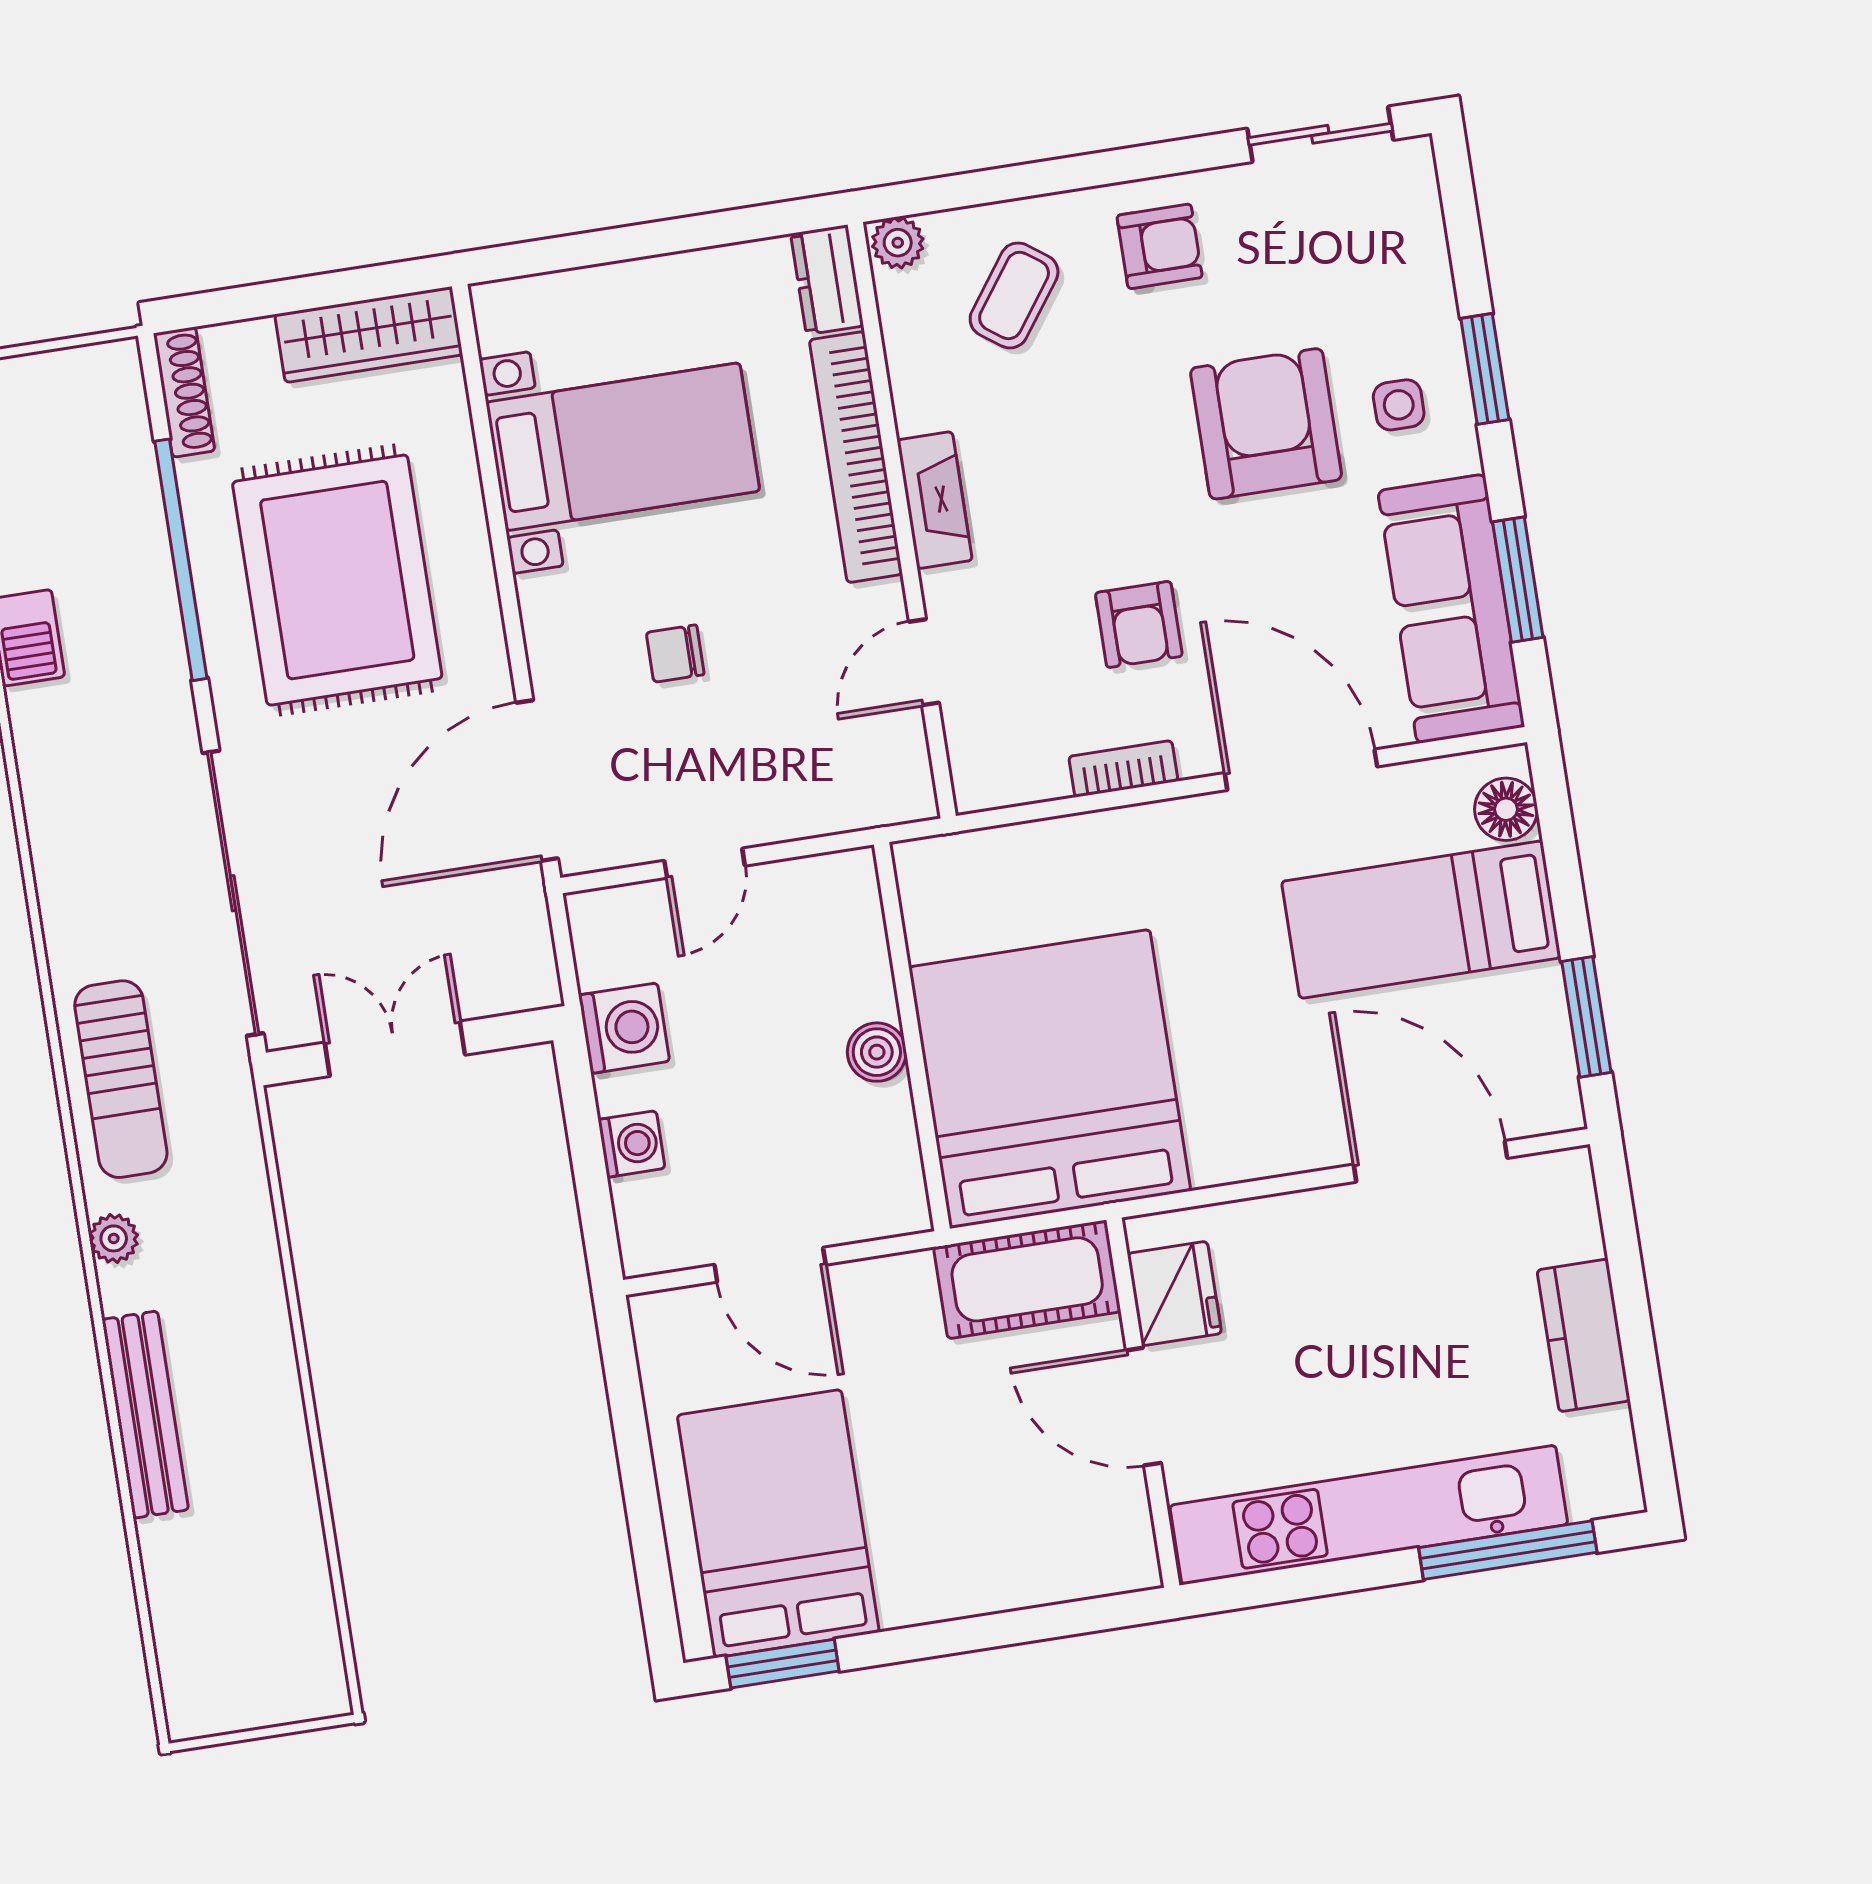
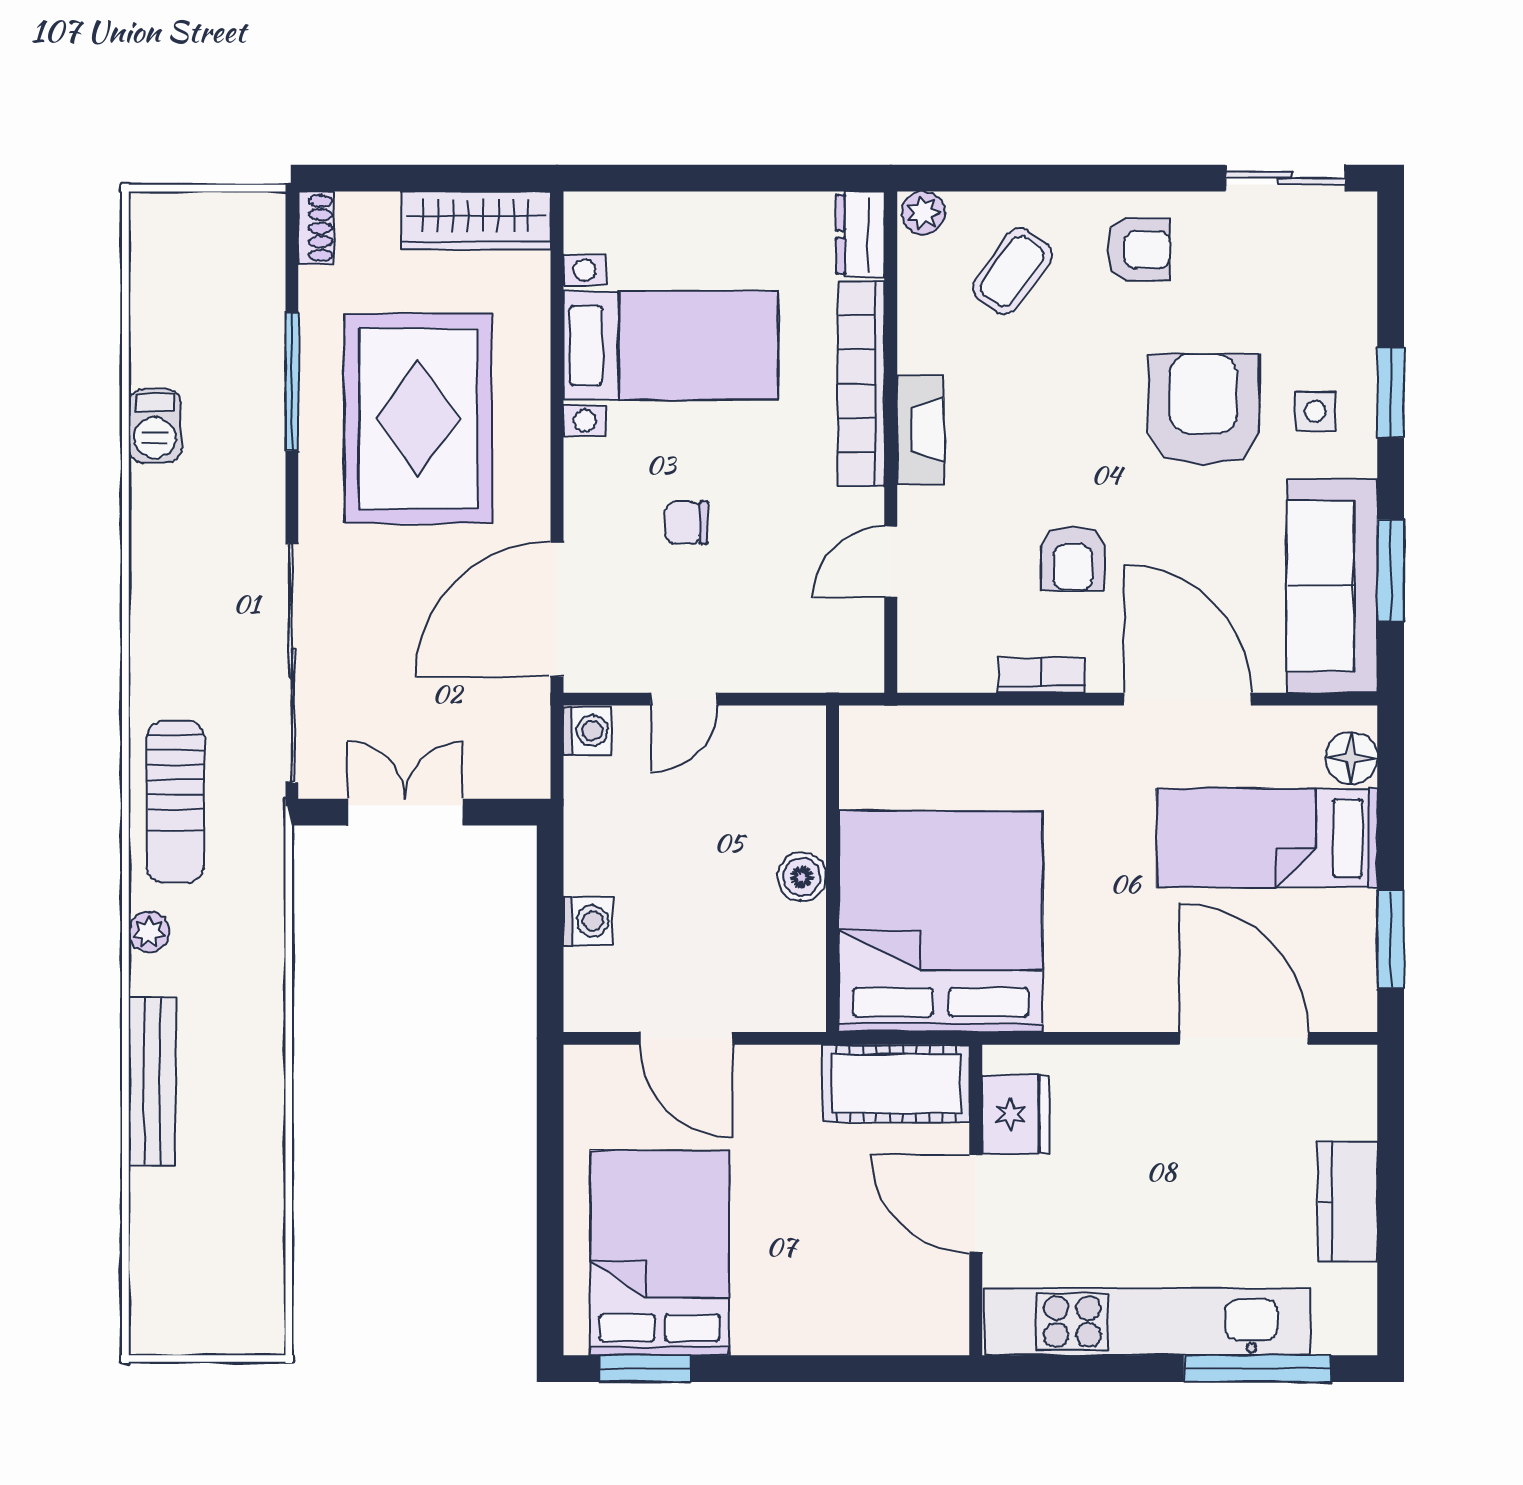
shoe rack: (184, 392) -> (316, 228), width x0.70
window: (181, 560) -> (292, 382), width x0.68
washing machine: (624, 1028) -> (587, 731), moved, width x0.73, depth x0.73

